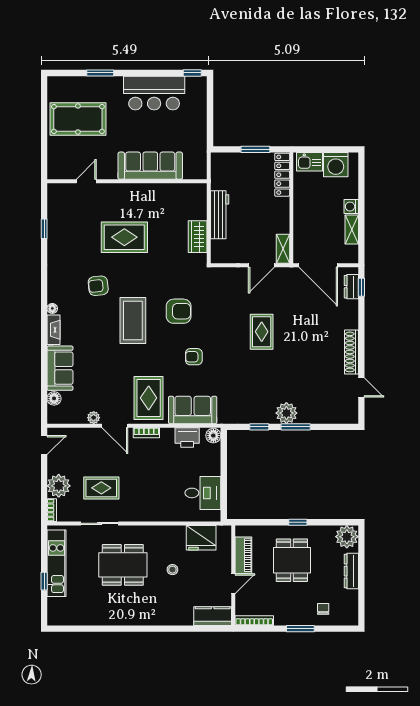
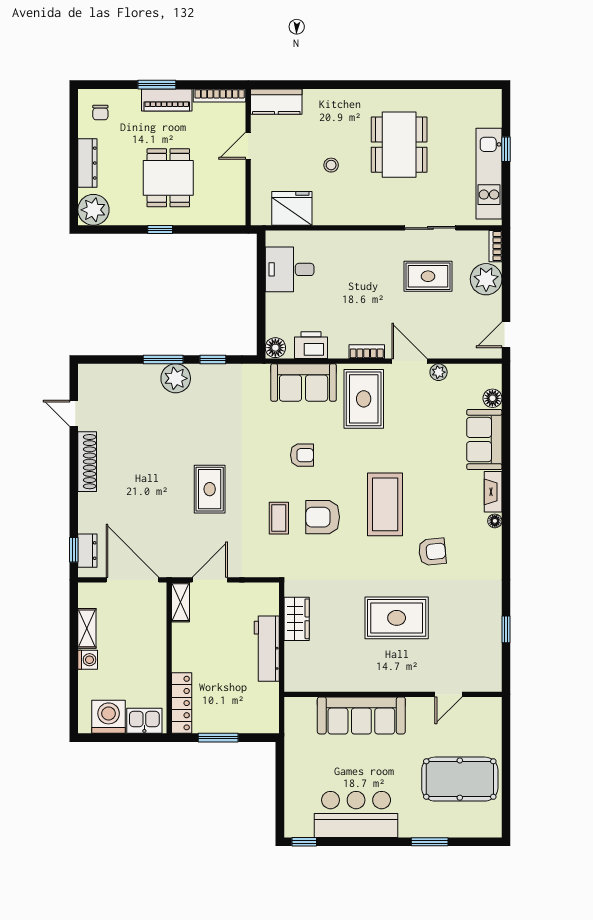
coffee table: (211, 311) -> (279, 518), added
piano: (243, 555) -> (167, 100), moved, turned -90
dining table: (123, 565) -> (399, 145), moved, turned 90
chair: (323, 609) -> (100, 113), moved

